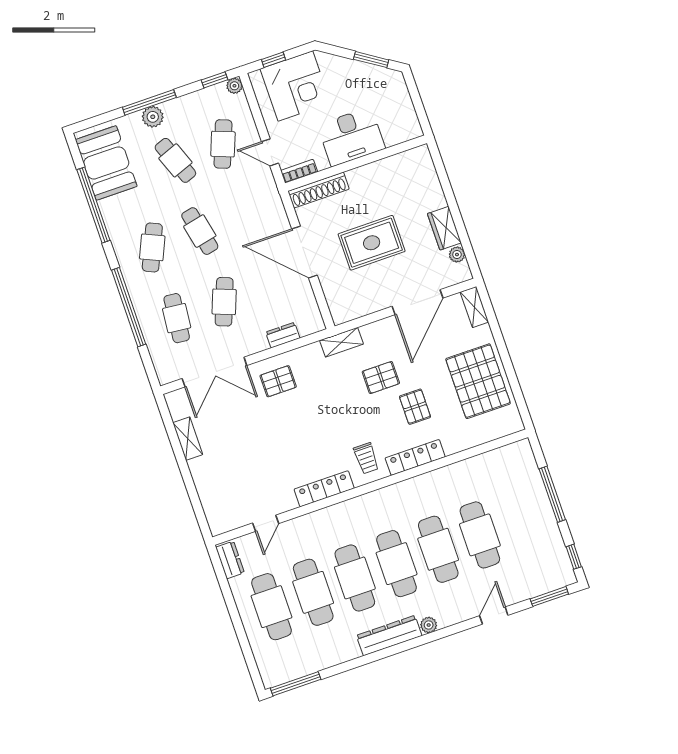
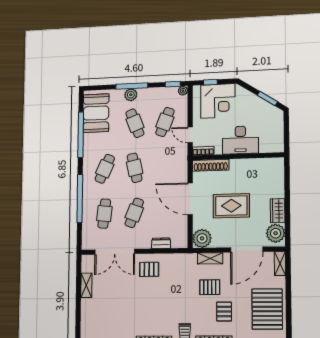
plant: (457, 255) -> (276, 233), width x1.88, depth x1.88
plant: (344, 307) -> (202, 238), added
shelving: (342, 342) -> (210, 258), moved

